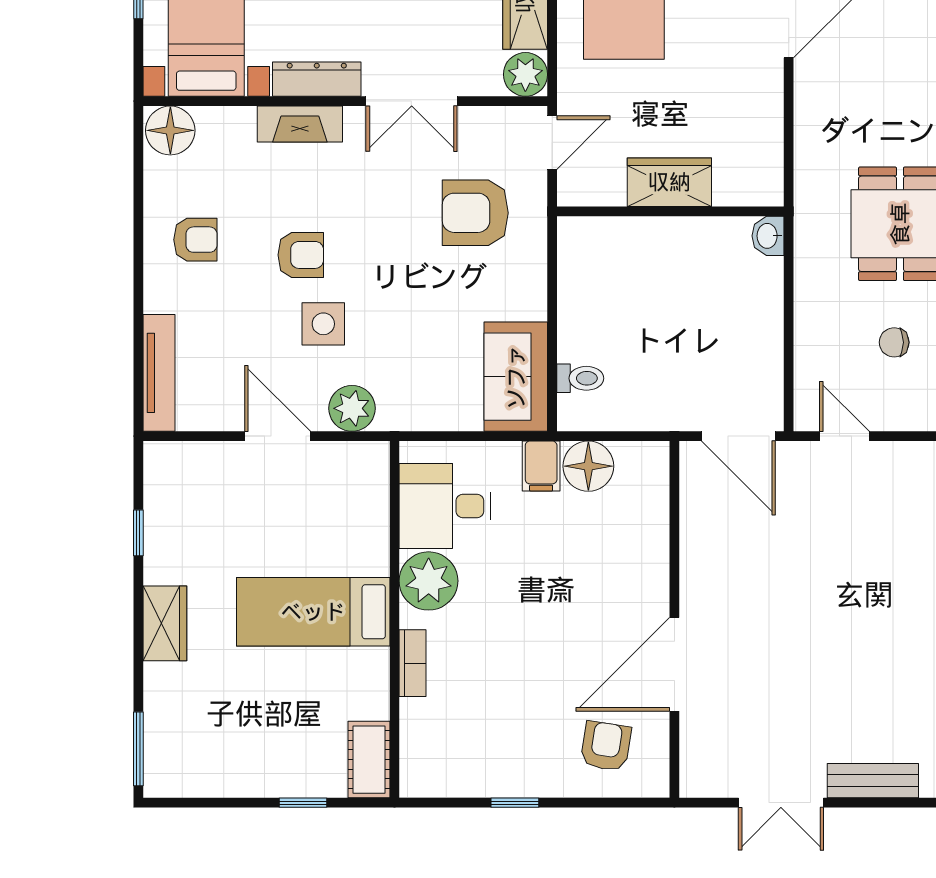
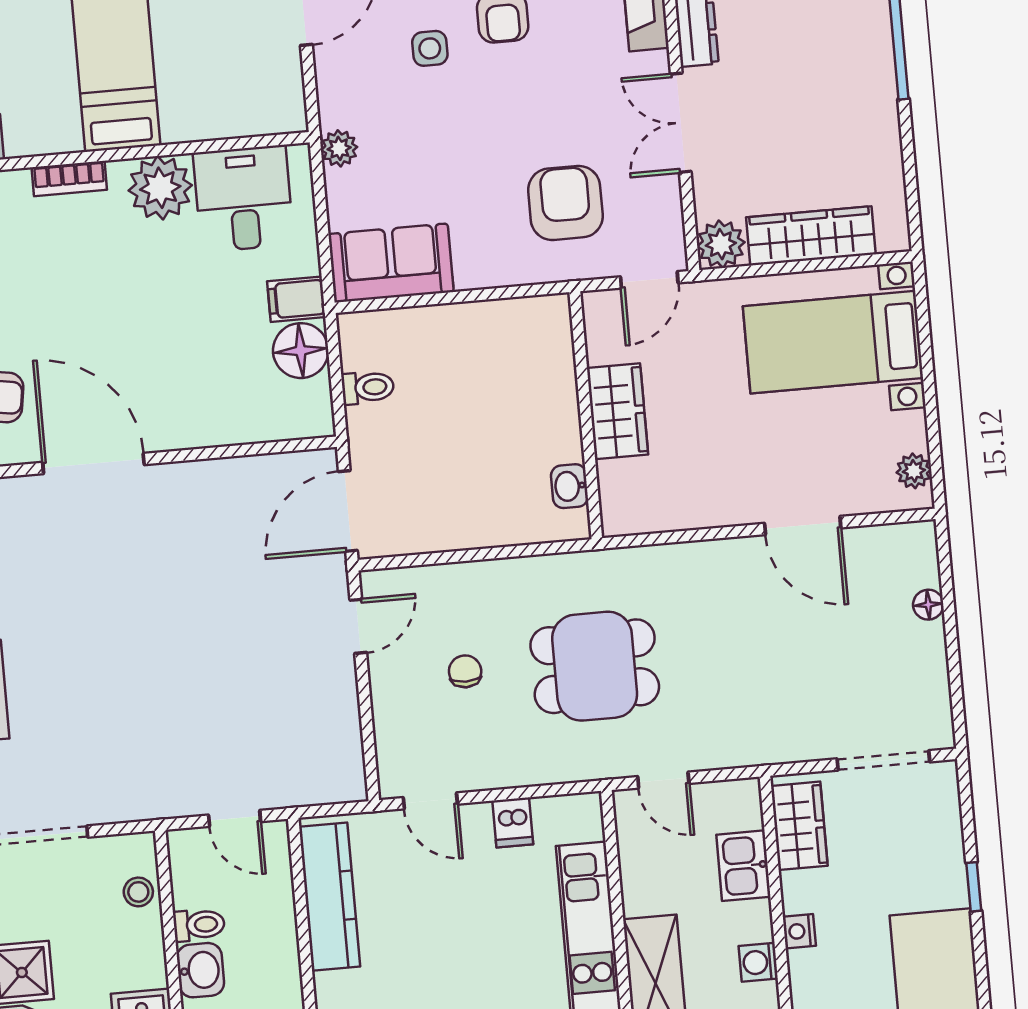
door: (552, 143) -> (649, 280), hinge flipped
washbasin: (768, 236) -> (570, 486), moved, turned -90
side table: (323, 324) -> (430, 48), width x0.73, depth x0.73
toilet: (580, 378) -> (368, 387), moved, turned -90
plant: (352, 408) -> (339, 148), moved, width x0.73, depth x0.73

